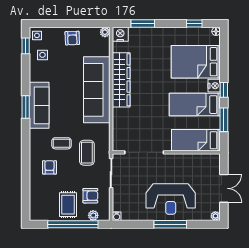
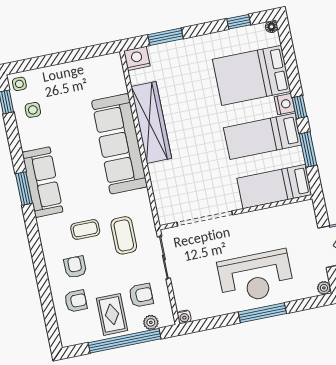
plant: (105, 32) -> (115, 60), removed
armchair: (72, 38) -> (76, 301), moved, turned -88

